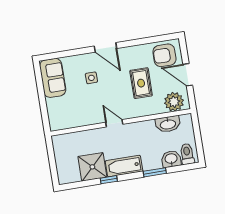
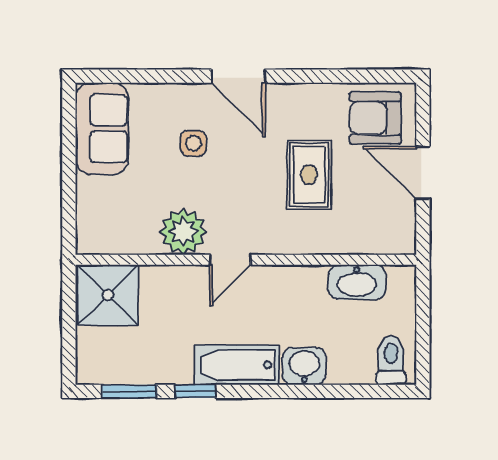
plant: (174, 102) -> (183, 232), moved
door: (114, 123) -> (230, 260), swing flipped
washbasin: (171, 159) -> (304, 366), moved
shower: (92, 167) -> (108, 295), moved
window: (155, 172) -> (129, 391), moved

